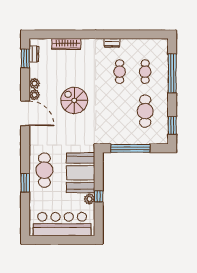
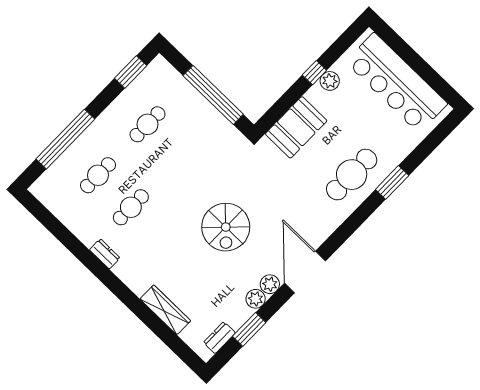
window: (25, 58) -> (249, 329), moved
cafe table: (145, 111) -> (148, 124), width x0.73, depth x0.74
booth: (81, 173) -> (296, 127), width x0.73, depth x0.70

